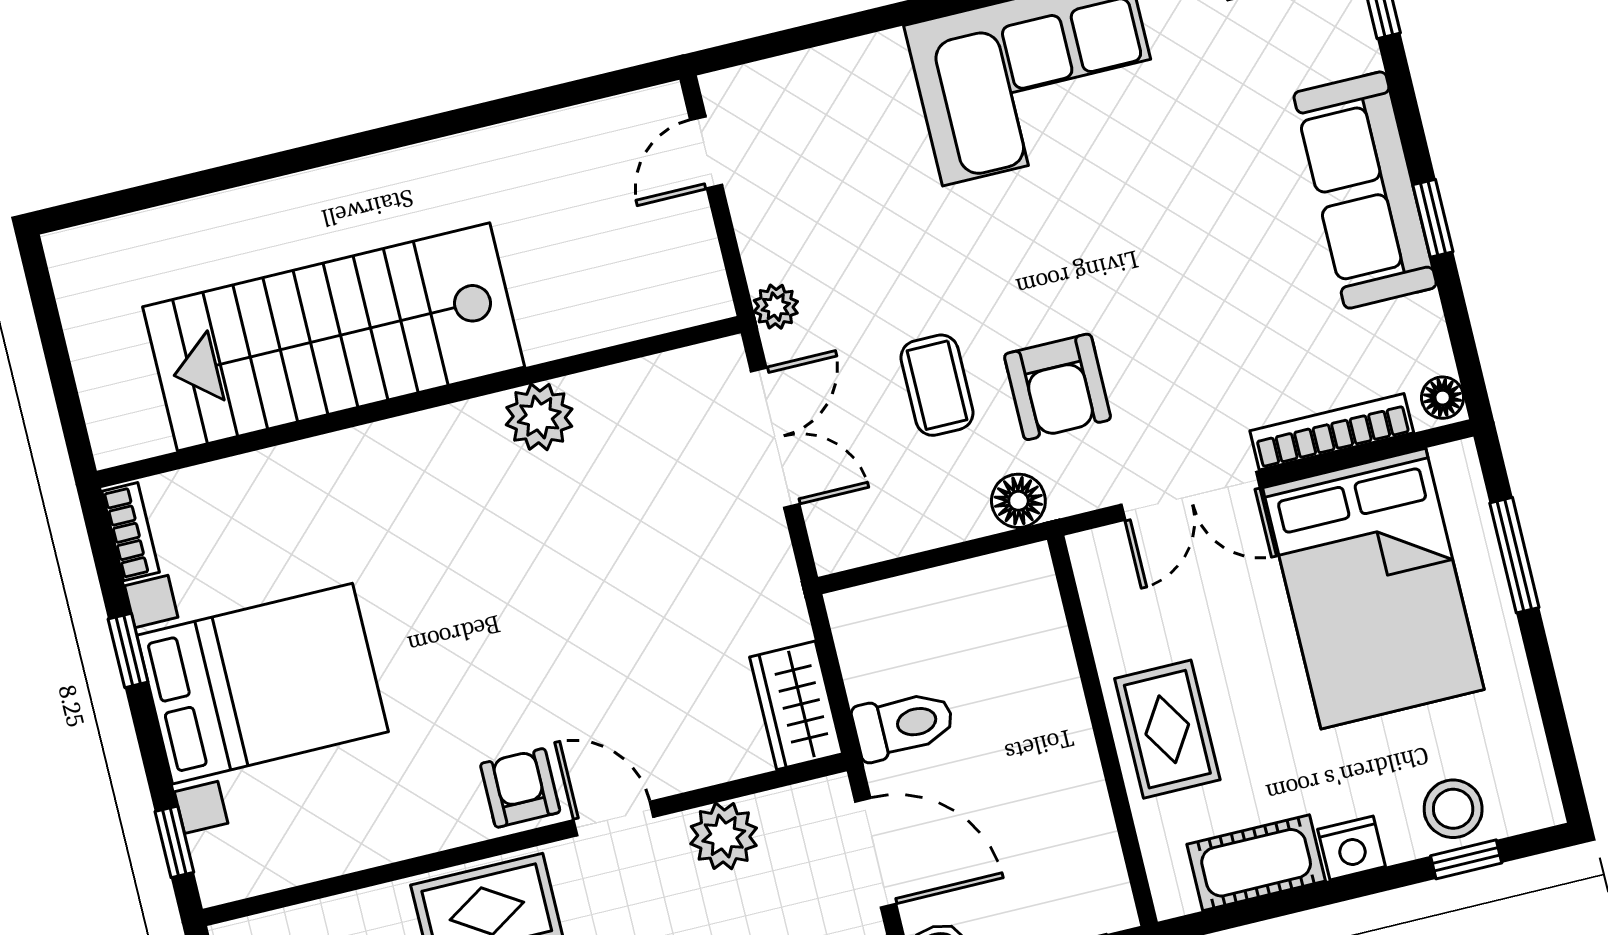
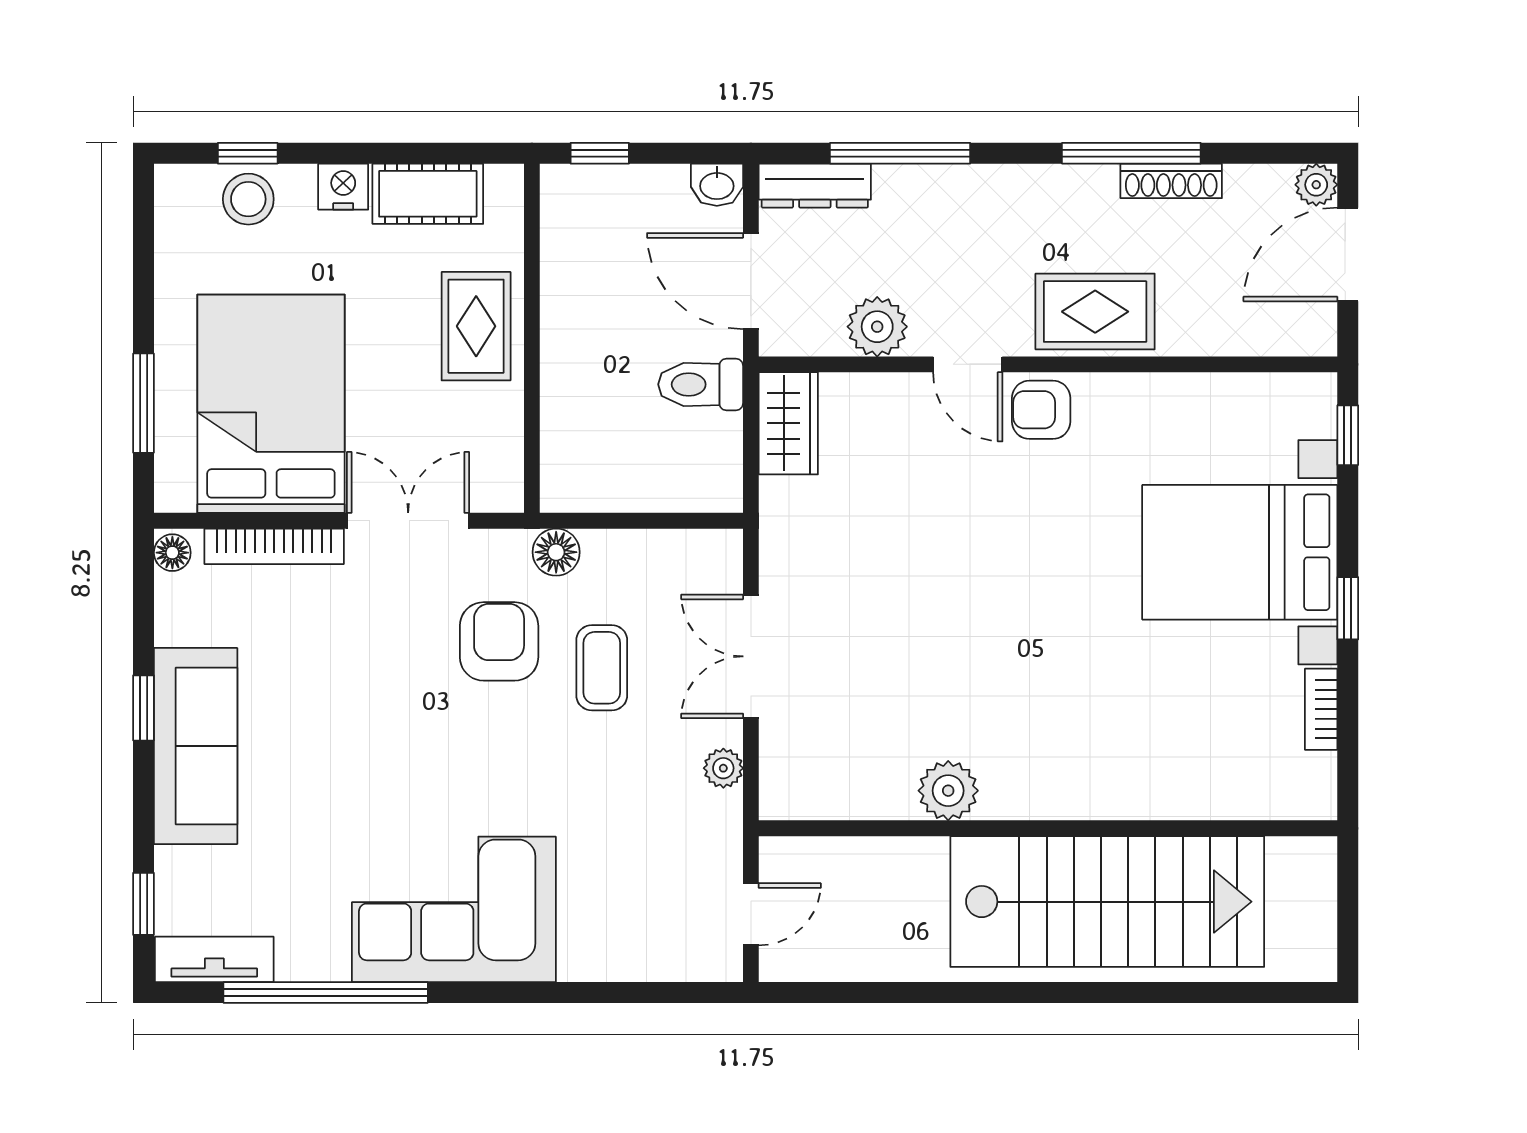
stairs: (334, 337) -> (1107, 902), moved
wall: (419, 402) -> (1048, 828), moved
plant: (539, 417) -> (948, 791), moved
armchair: (520, 788) -> (1041, 410), turned 90

